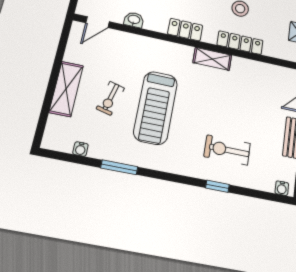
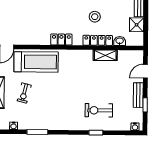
washbasin: (134, 20) -> (120, 41), moved
shelving: (212, 59) -> (105, 55), moved
treadmill: (156, 108) -> (36, 62), moved, turned -90

